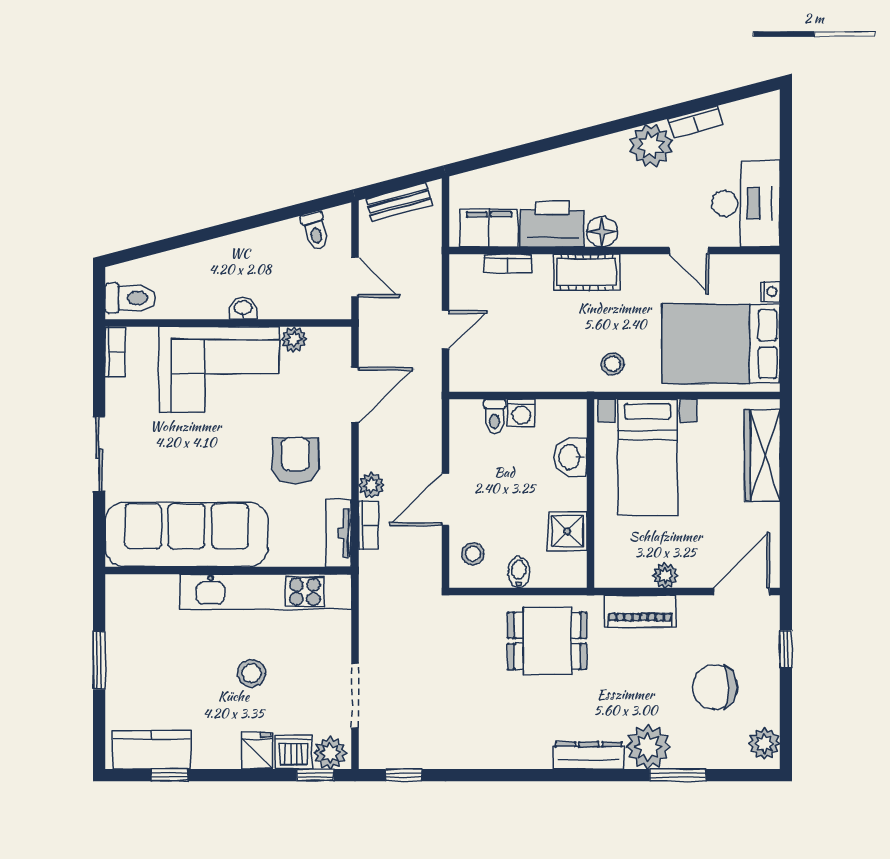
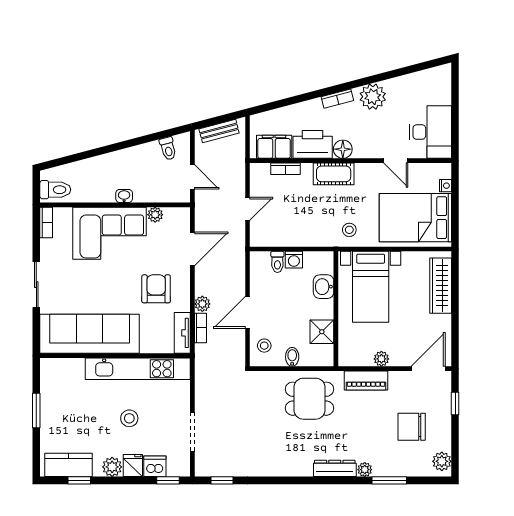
bookcase: (695, 122) -> (337, 99), moved
plant: (648, 747) -> (365, 470), width x0.53, depth x0.53
plant: (330, 753) -> (112, 467), moved

